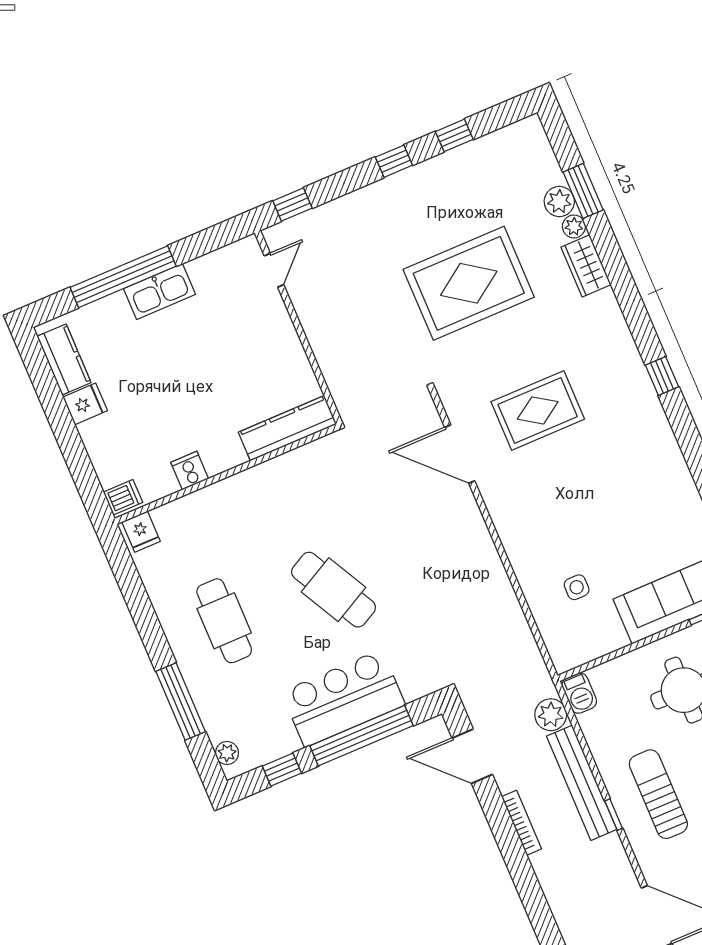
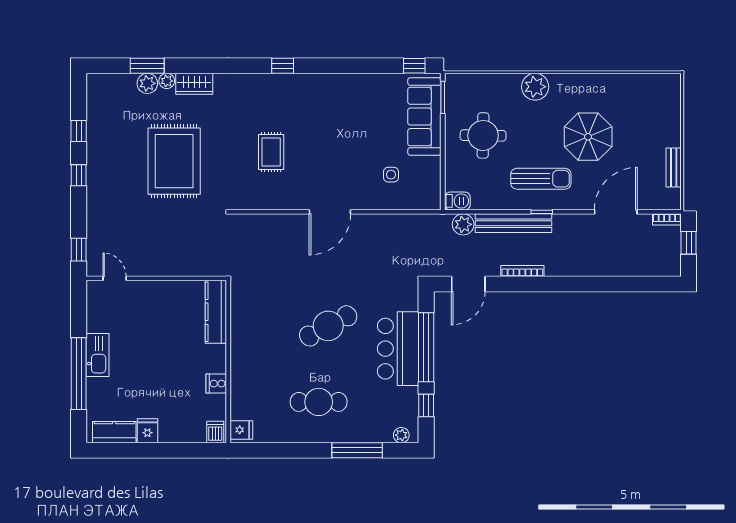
rug: (538, 410) -> (271, 152), width x0.73, depth x0.70
door: (460, 454) -> (330, 212), moved
sun lounger: (658, 794) -> (541, 179), turned 180

